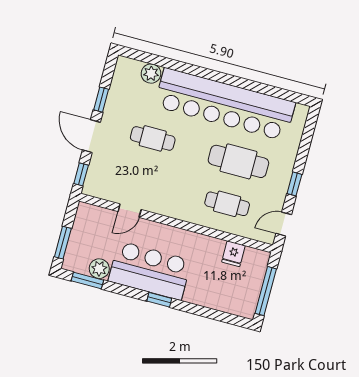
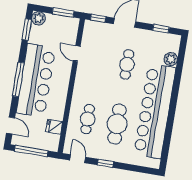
window: (101, 100) -> (161, 29), moved
window: (63, 243) -> (63, 12), moved
plant: (99, 269) -> (38, 18), moved
bar counter: (150, 271) -> (36, 80), width x1.36
window: (159, 300) -> (18, 79), width x2.17
door: (226, 318) -> (11, 125), added

